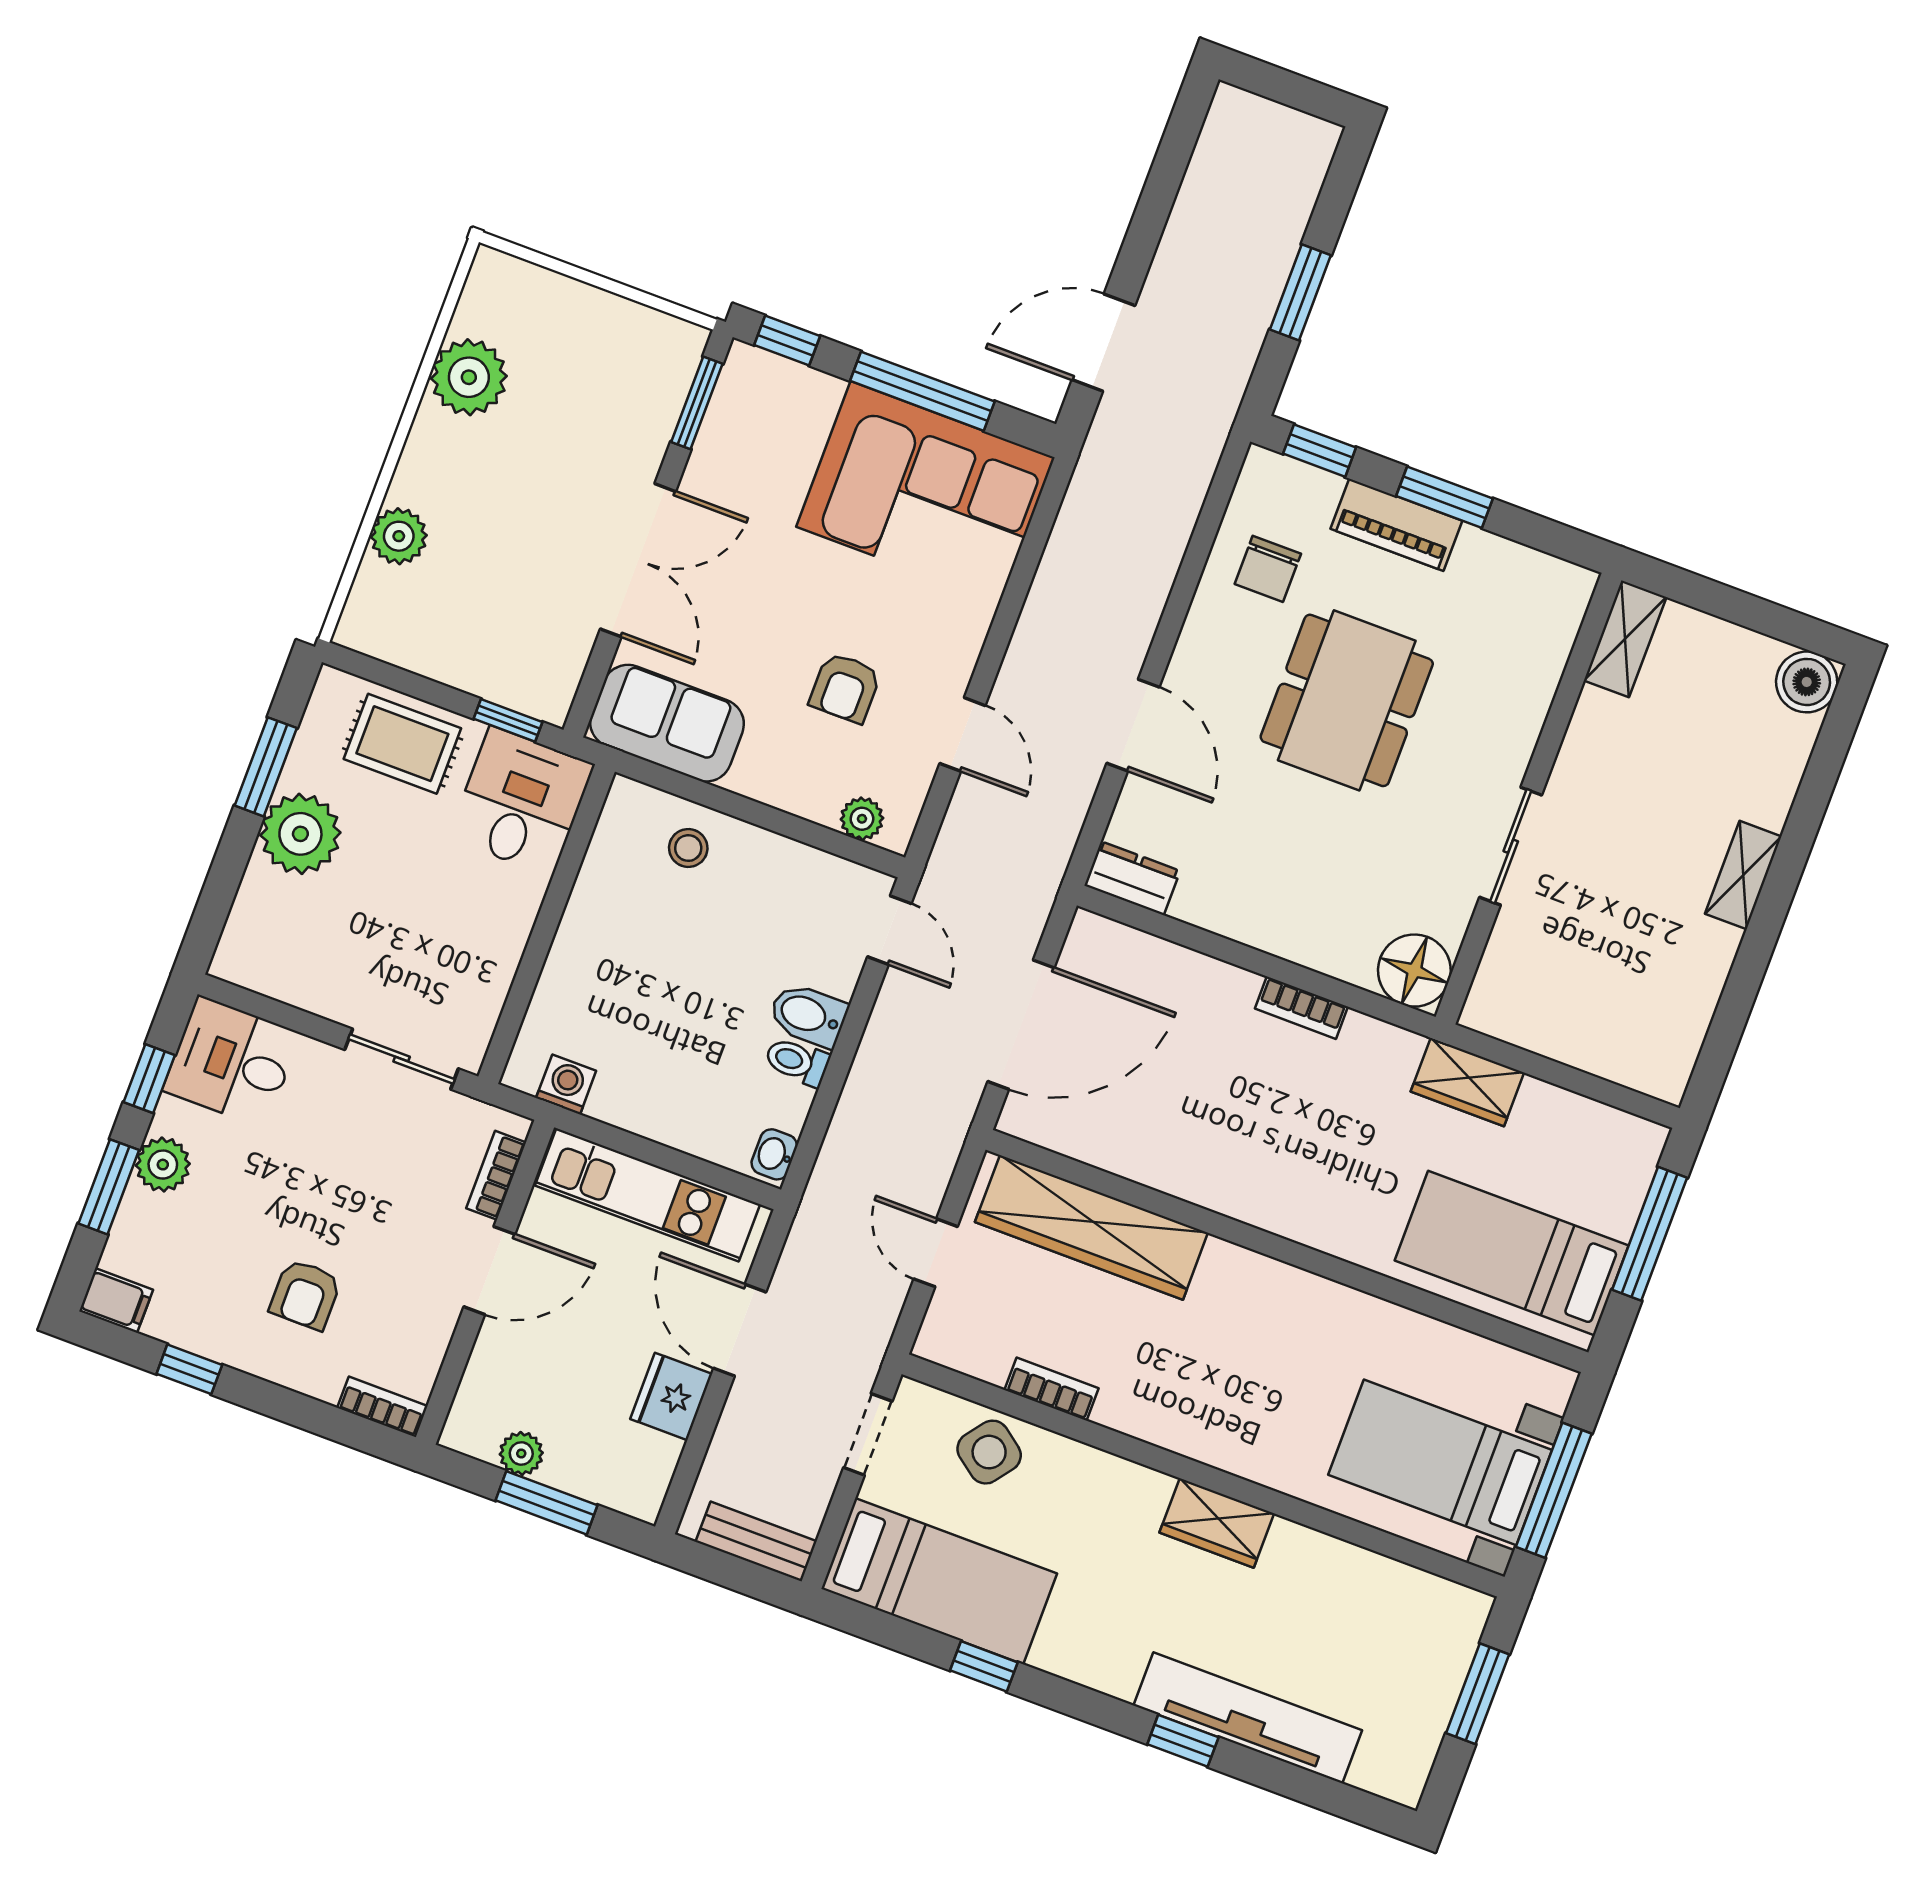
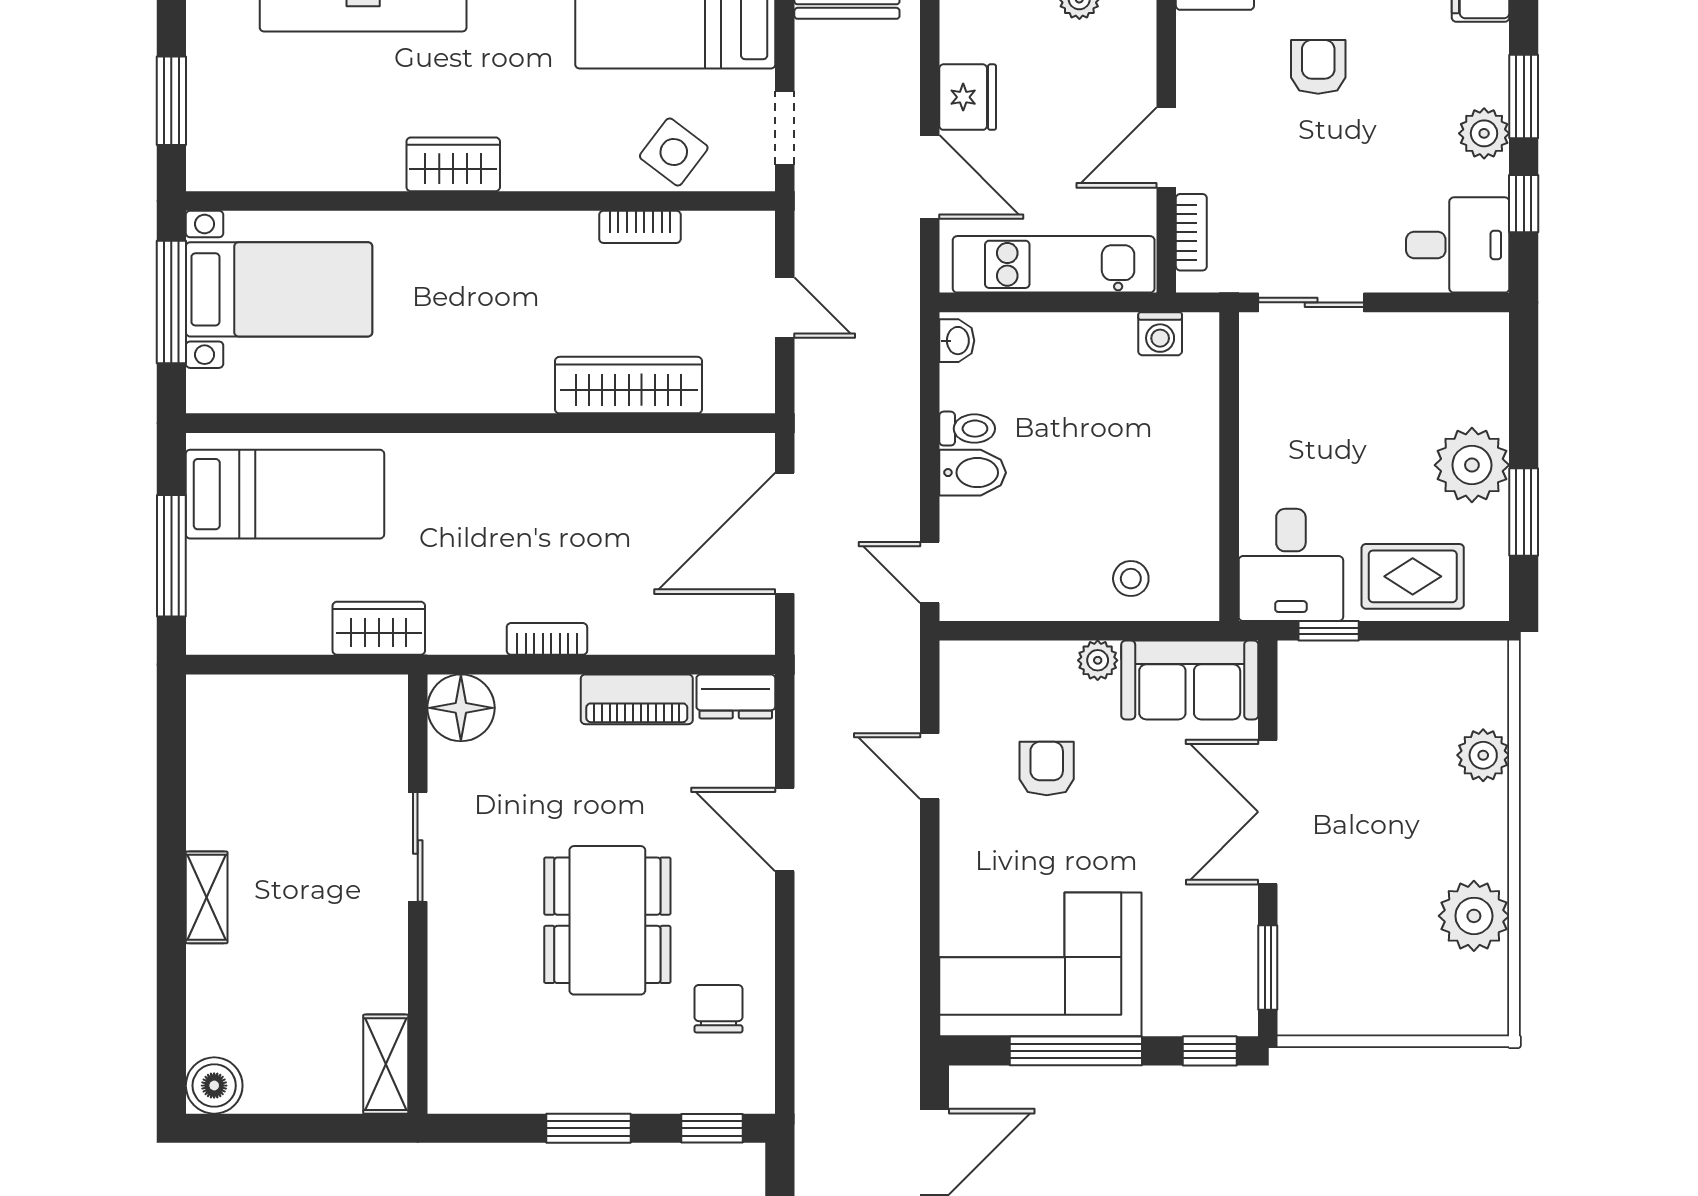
piano: (1396, 525) -> (637, 699), moved, turned 180
plant: (862, 819) -> (1098, 660), moved
wardrobe: (1091, 1227) -> (629, 385), width x0.71, depth x0.85

